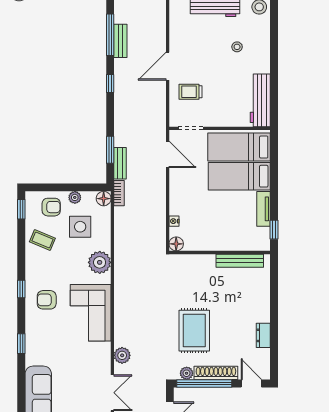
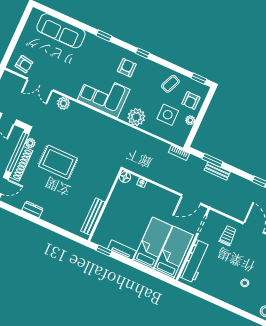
workbench: (260, 100) -> (195, 261), moved, turned 90
bench: (120, 163) -> (217, 171), moved
floor lamp: (104, 199) -> (180, 140), removed

